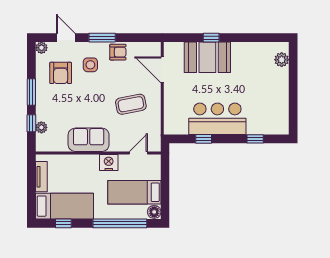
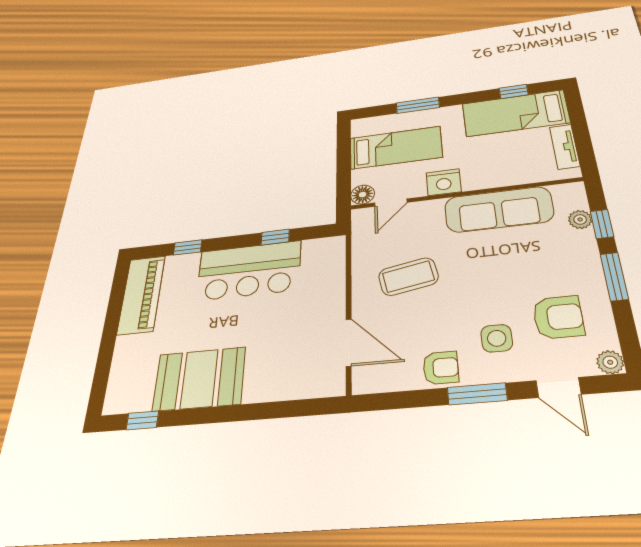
window: (211, 38) -> (142, 420), moved
armchair: (118, 52) -> (441, 368), turned 180
booth: (207, 57) -> (199, 379), moved
plant: (282, 60) -> (121, 381), removed
armchair: (61, 73) -> (558, 317), turned 90
piano: (278, 111) -> (141, 295), added
sofa: (89, 140) -> (499, 209), width x1.36
floor lamp: (154, 212) -> (363, 195), moved
window: (120, 223) -> (418, 105), width x0.47

